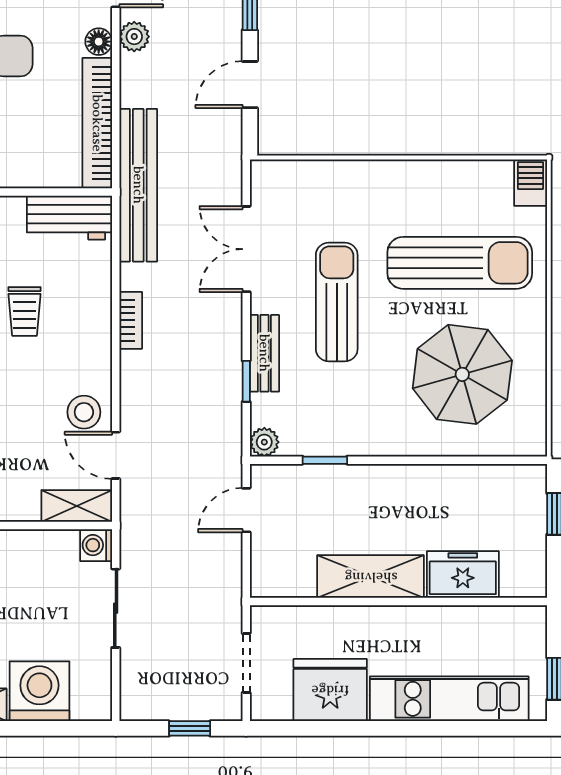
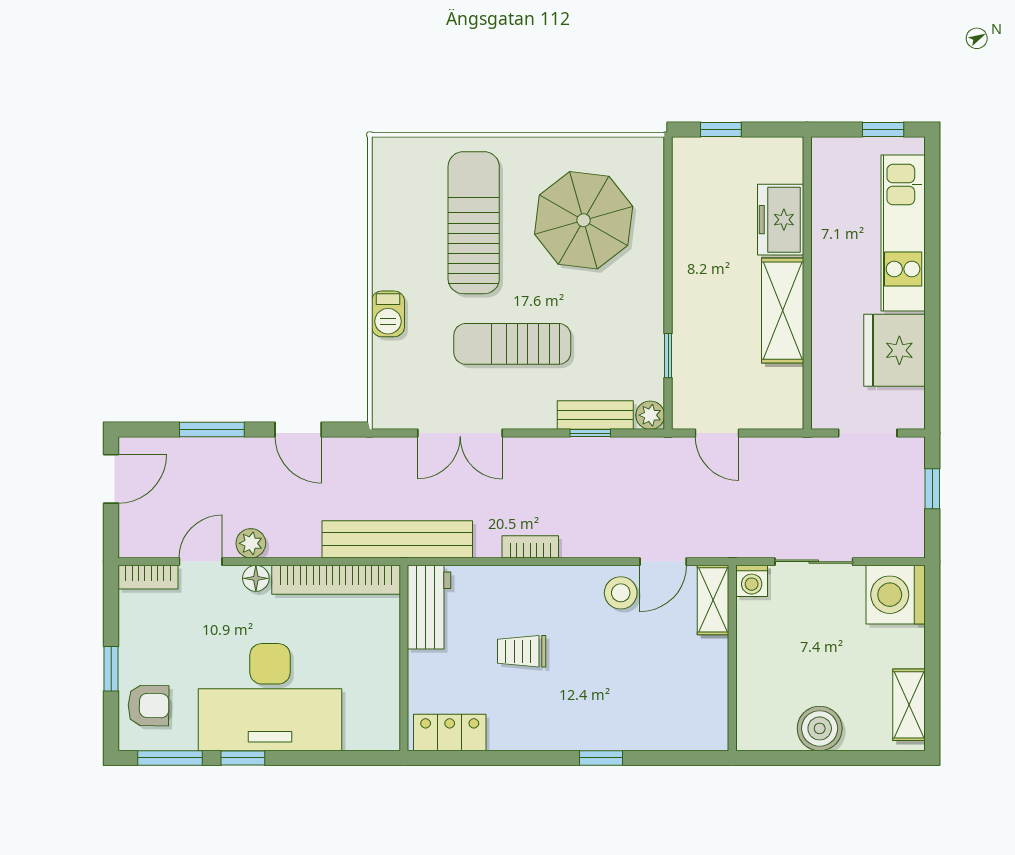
barbecue: (531, 183) -> (388, 314), moved, turned -90
trolley: (25, 312) -> (522, 651), turned 180
bench: (264, 353) -> (595, 415), moved
washing machine: (39, 691) -> (896, 595), moved

